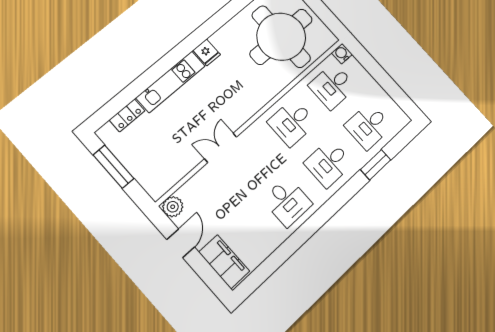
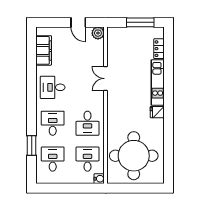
desk: (292, 122) -> (87, 123), turned 180
double door: (221, 148) -> (106, 79), swing flipped
filing cabinet: (224, 262) -> (44, 50), moved, turned -90

